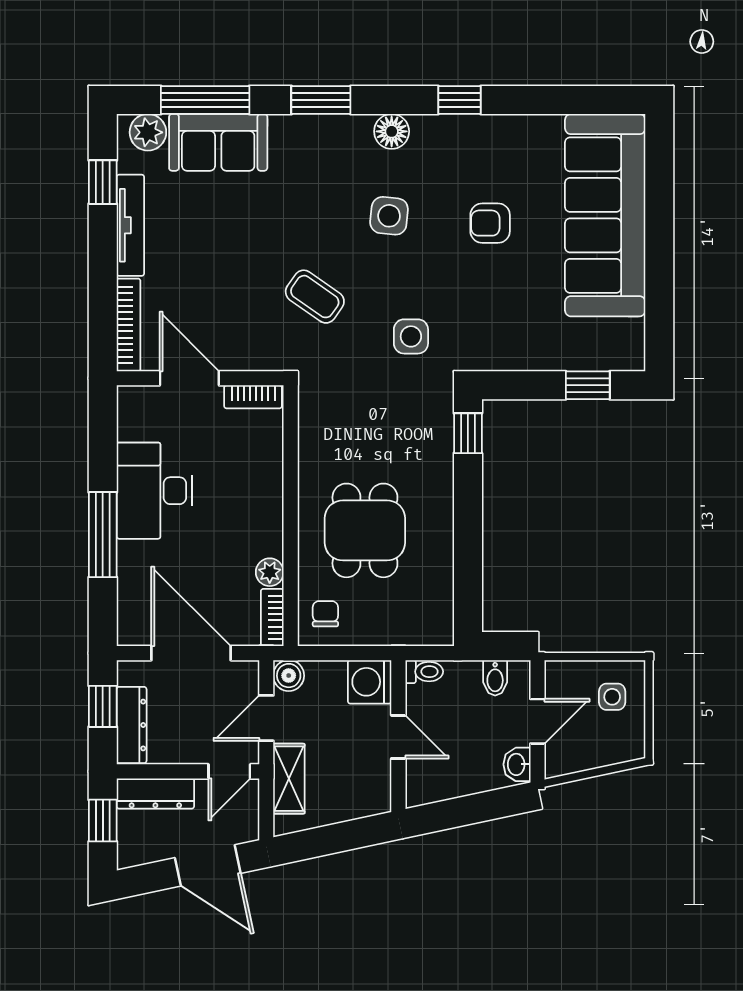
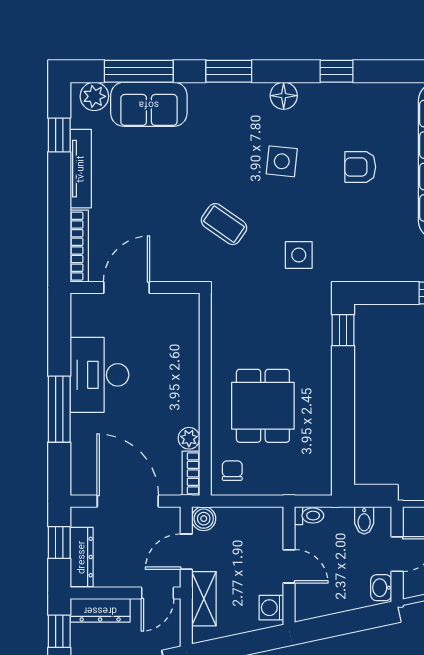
door: (189, 378) -> (127, 288), hinge flipped
bookcase: (253, 397) -> (176, 302), removed
washing machine: (370, 682) -> (271, 608), moved, width x0.73, depth x0.73

